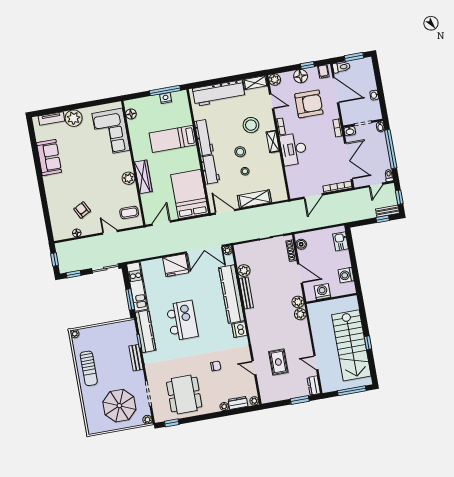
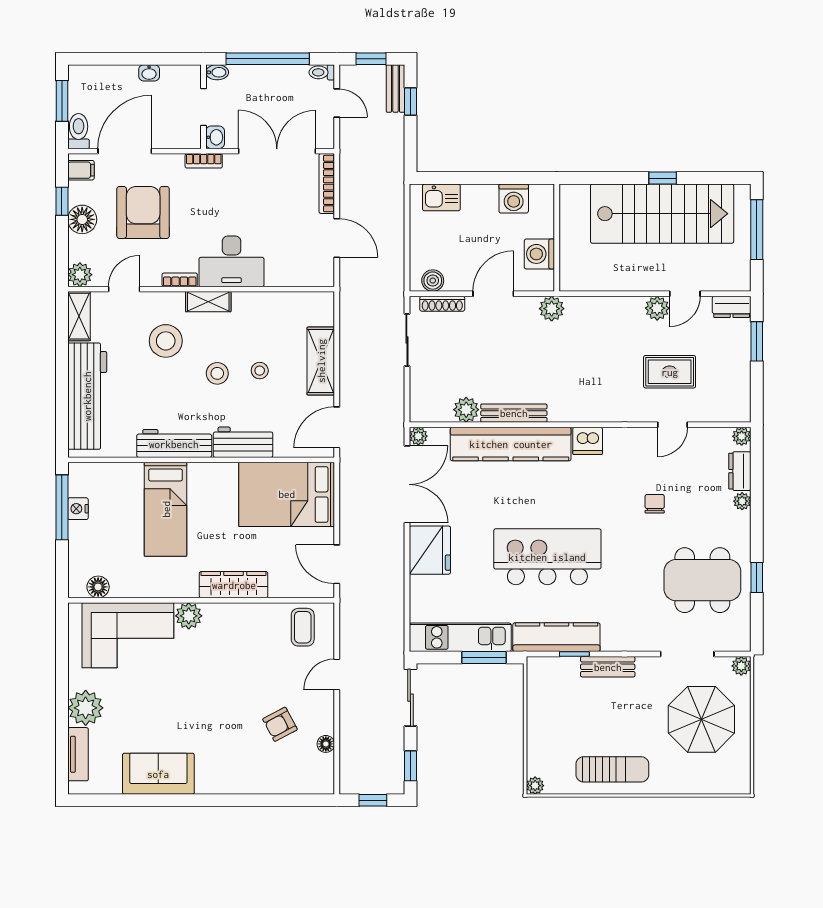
plant: (128, 178) -> (189, 616), moved
plant: (300, 314) -> (657, 308), moved
kitchen island: (182, 320) -> (547, 557), width x1.37
window: (172, 423) -> (757, 577), moved

